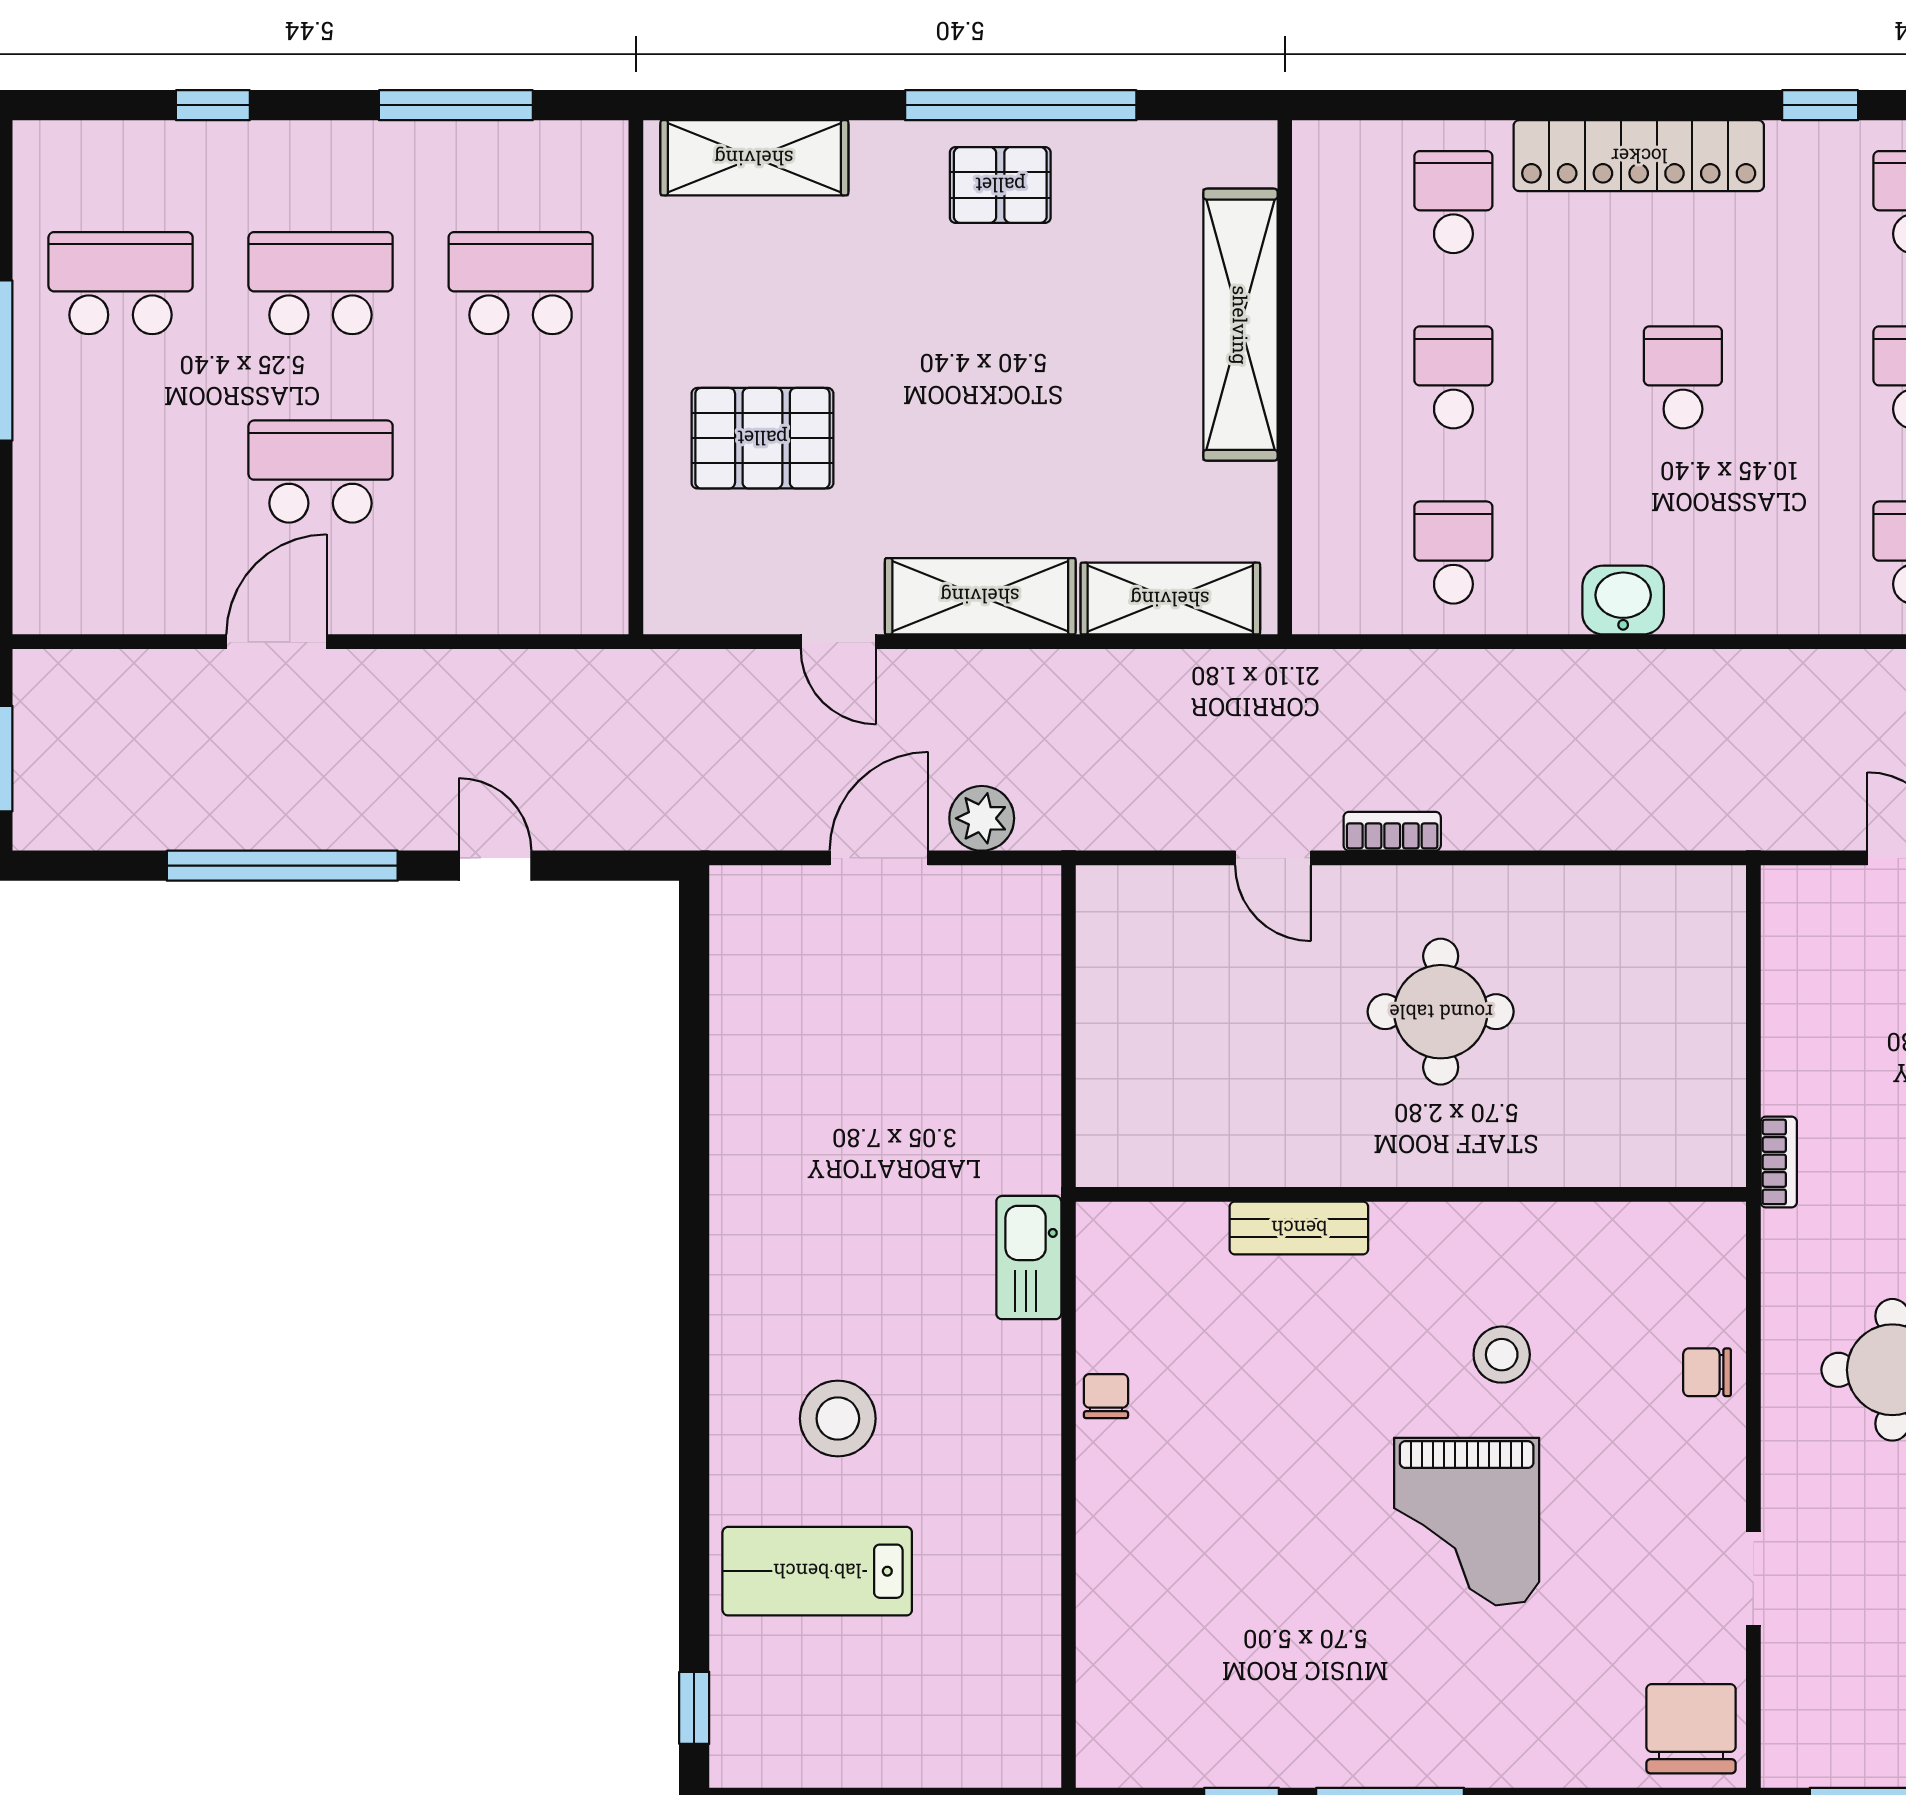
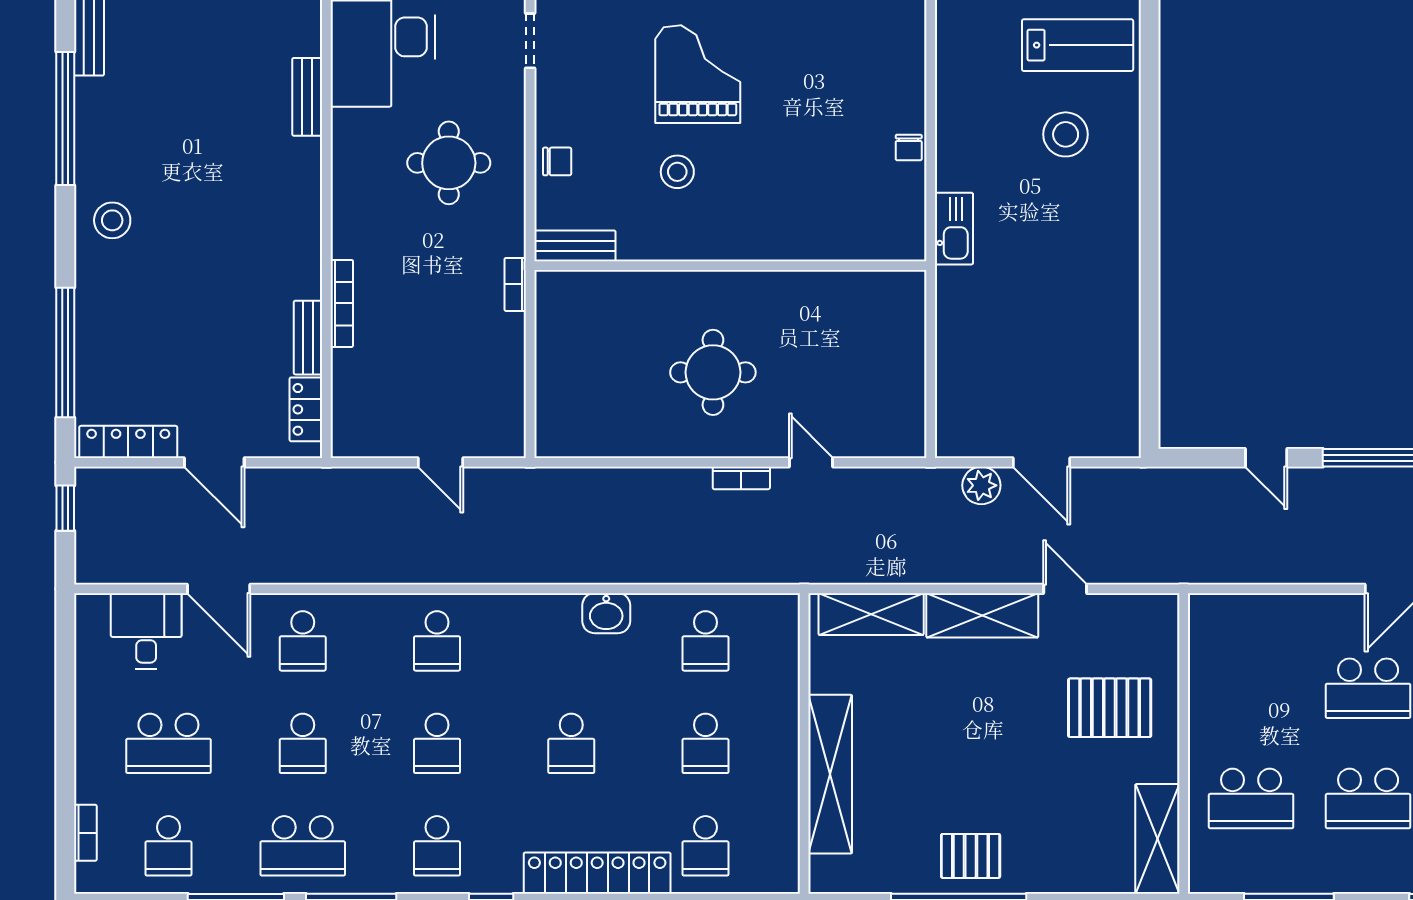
shelving: (754, 158) -> (1157, 839), moved, turned 90
door: (879, 858) -> (1041, 462), hinge flipped
bench: (1299, 1228) -> (575, 246), moved

